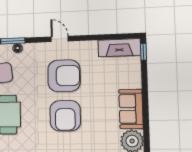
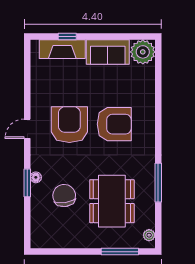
fireplace: (119, 48) -> (62, 49), moved, turned 90
window: (144, 52) -> (67, 37), moved

